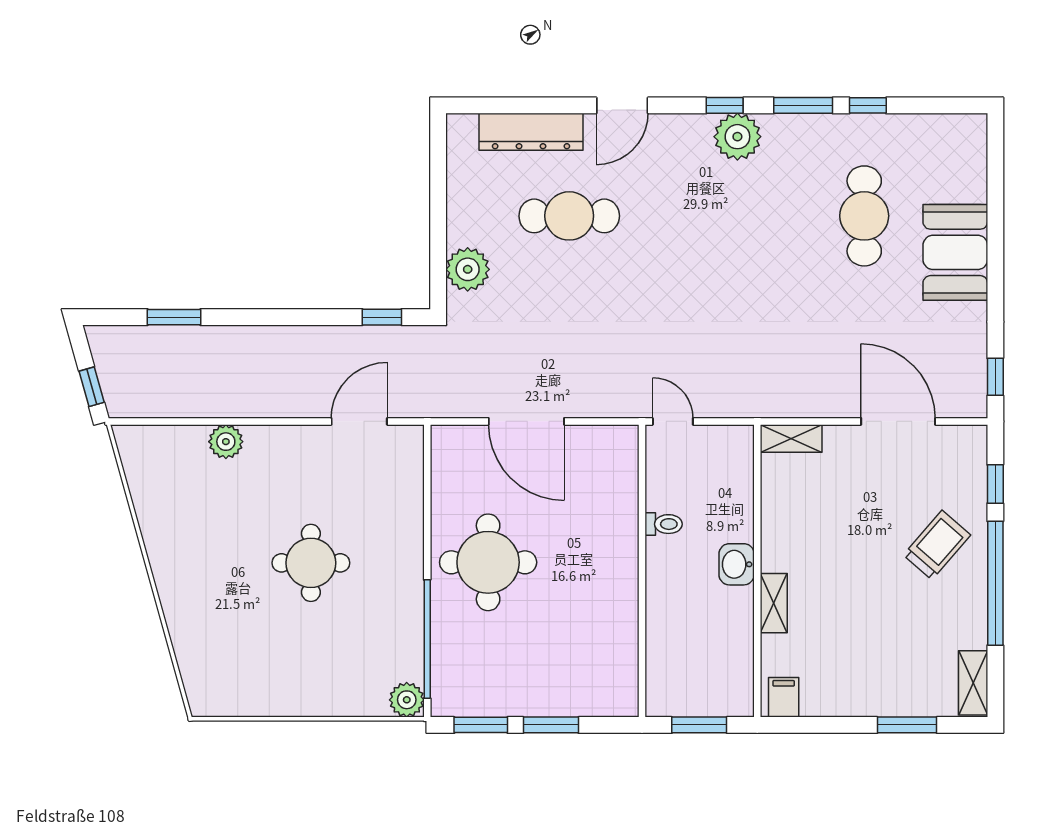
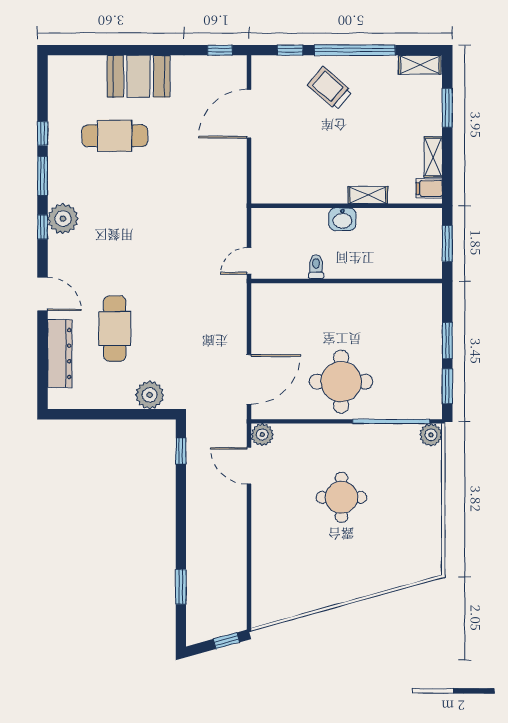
door: (526, 421) -> (249, 379), moved
shelving: (791, 438) -> (433, 157), moved
plant: (226, 442) -> (262, 435), moved

